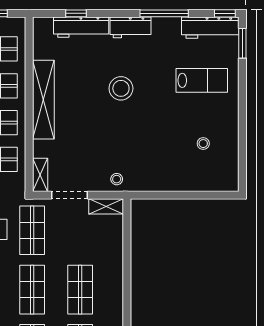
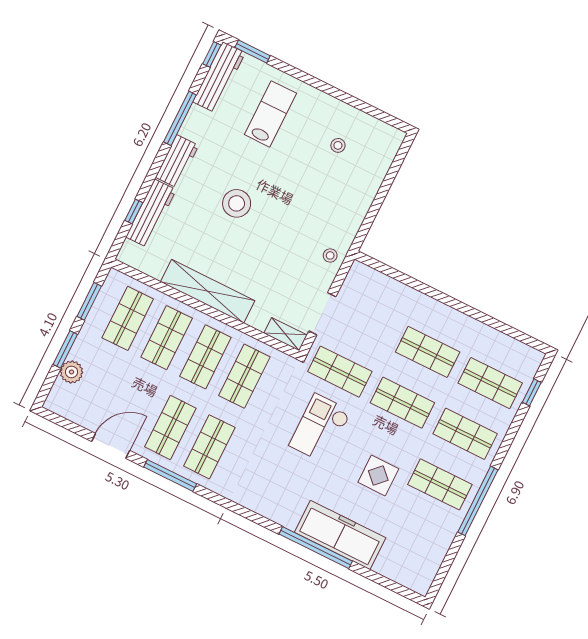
shelving: (106, 206) -> (353, 281), removed

